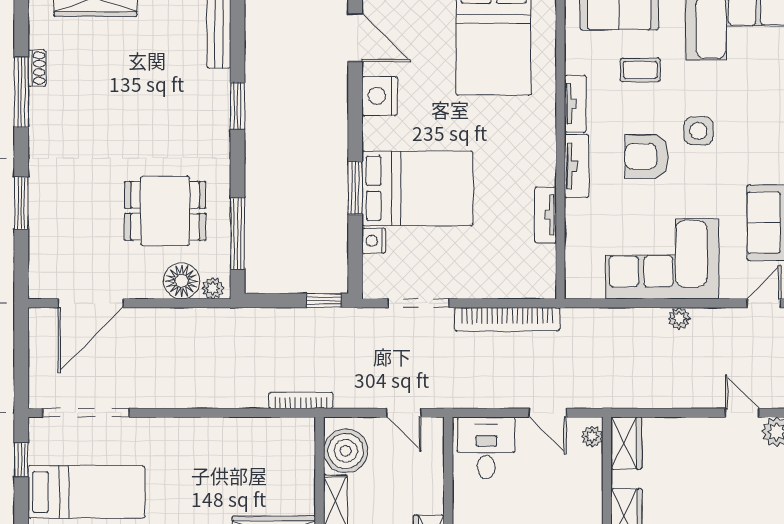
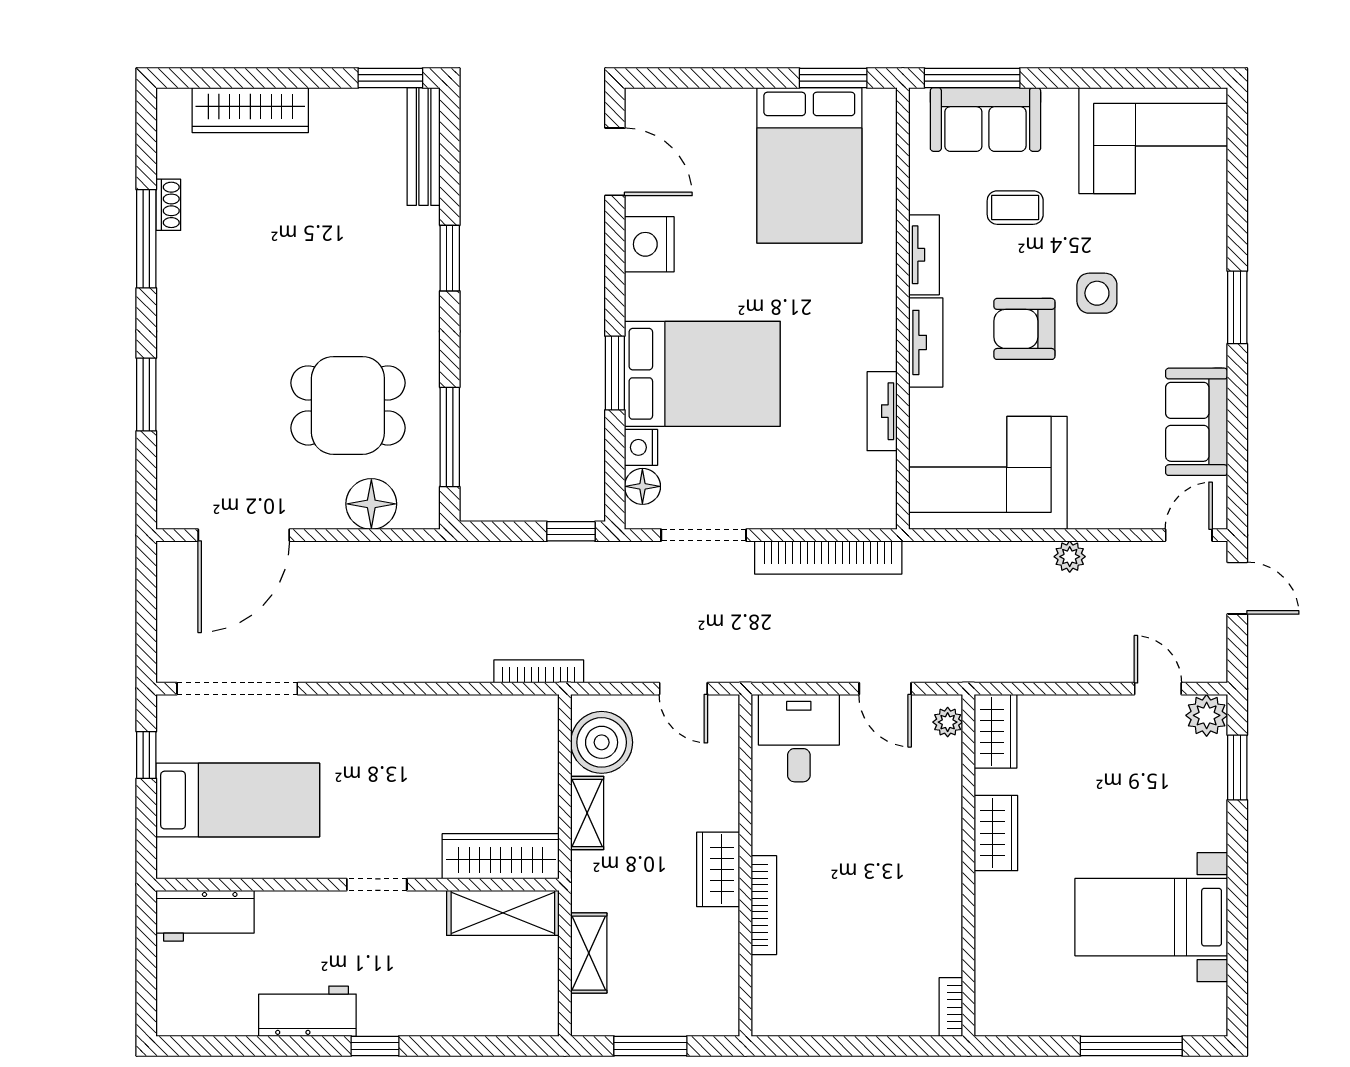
corner sofa: (662, 259) -> (988, 473), moved
floor lamp: (375, 269) -> (642, 486), added
plant: (213, 288) -> (415, 514), removed

